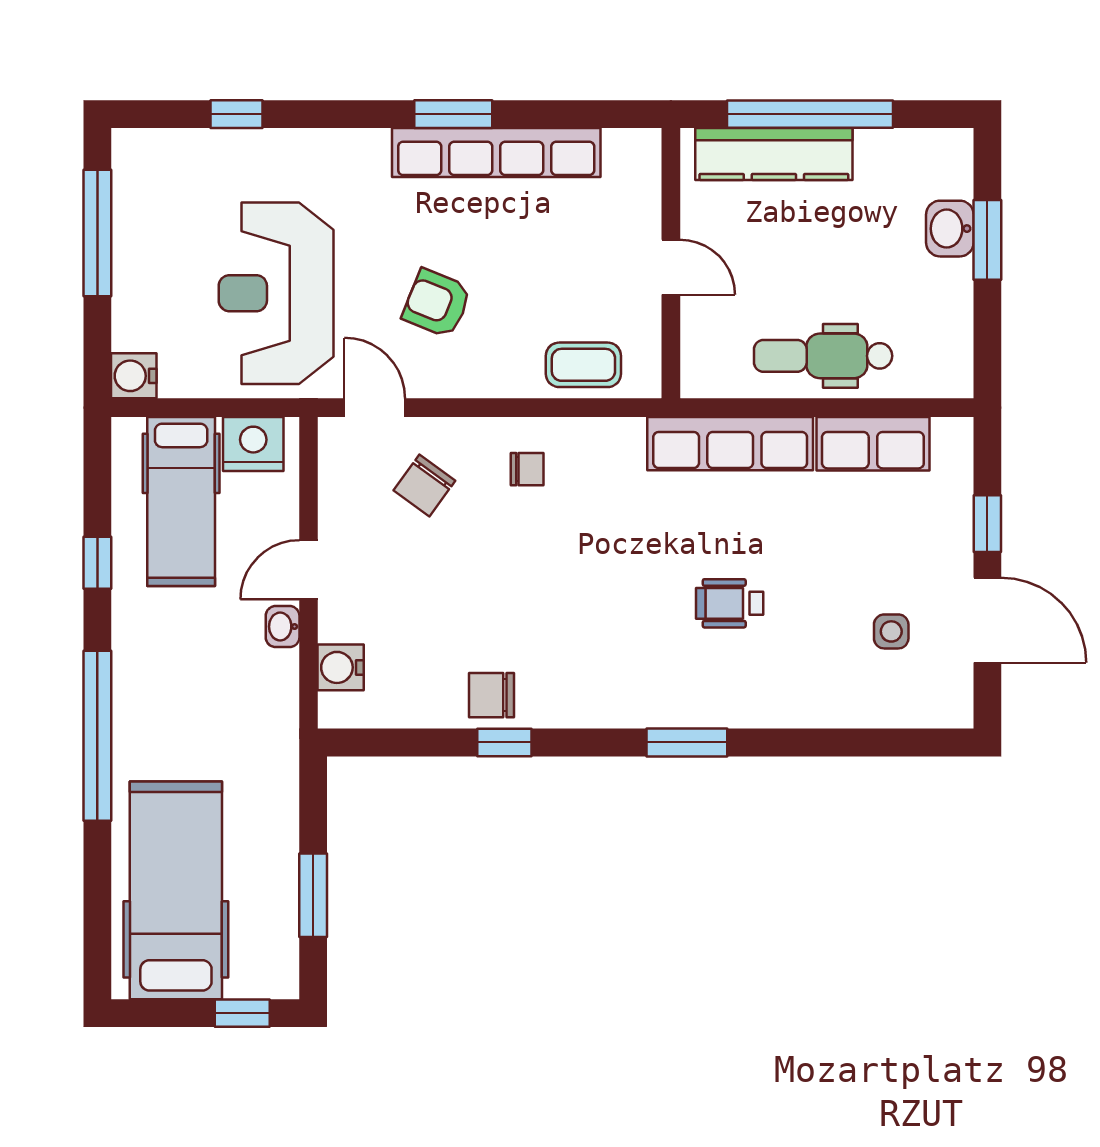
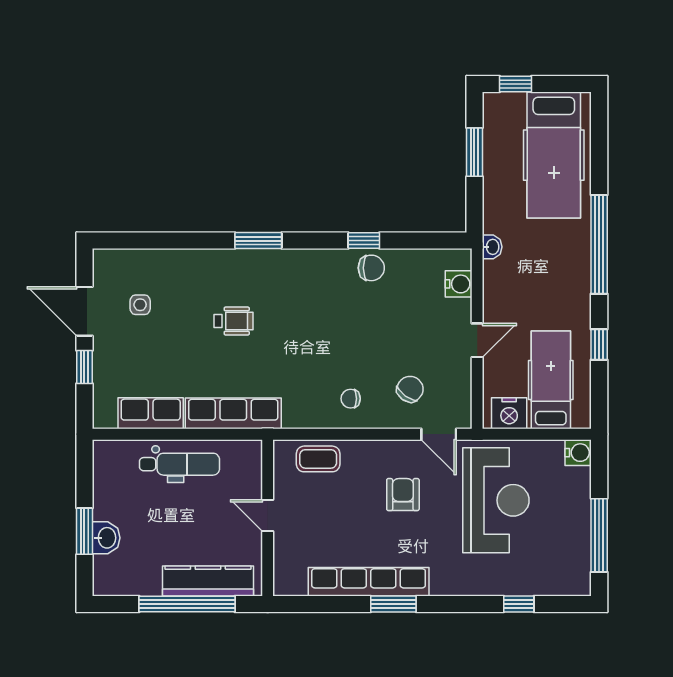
armchair: (437, 303) -> (403, 495), turned -112
washbasin: (283, 627) -> (492, 247), moved

